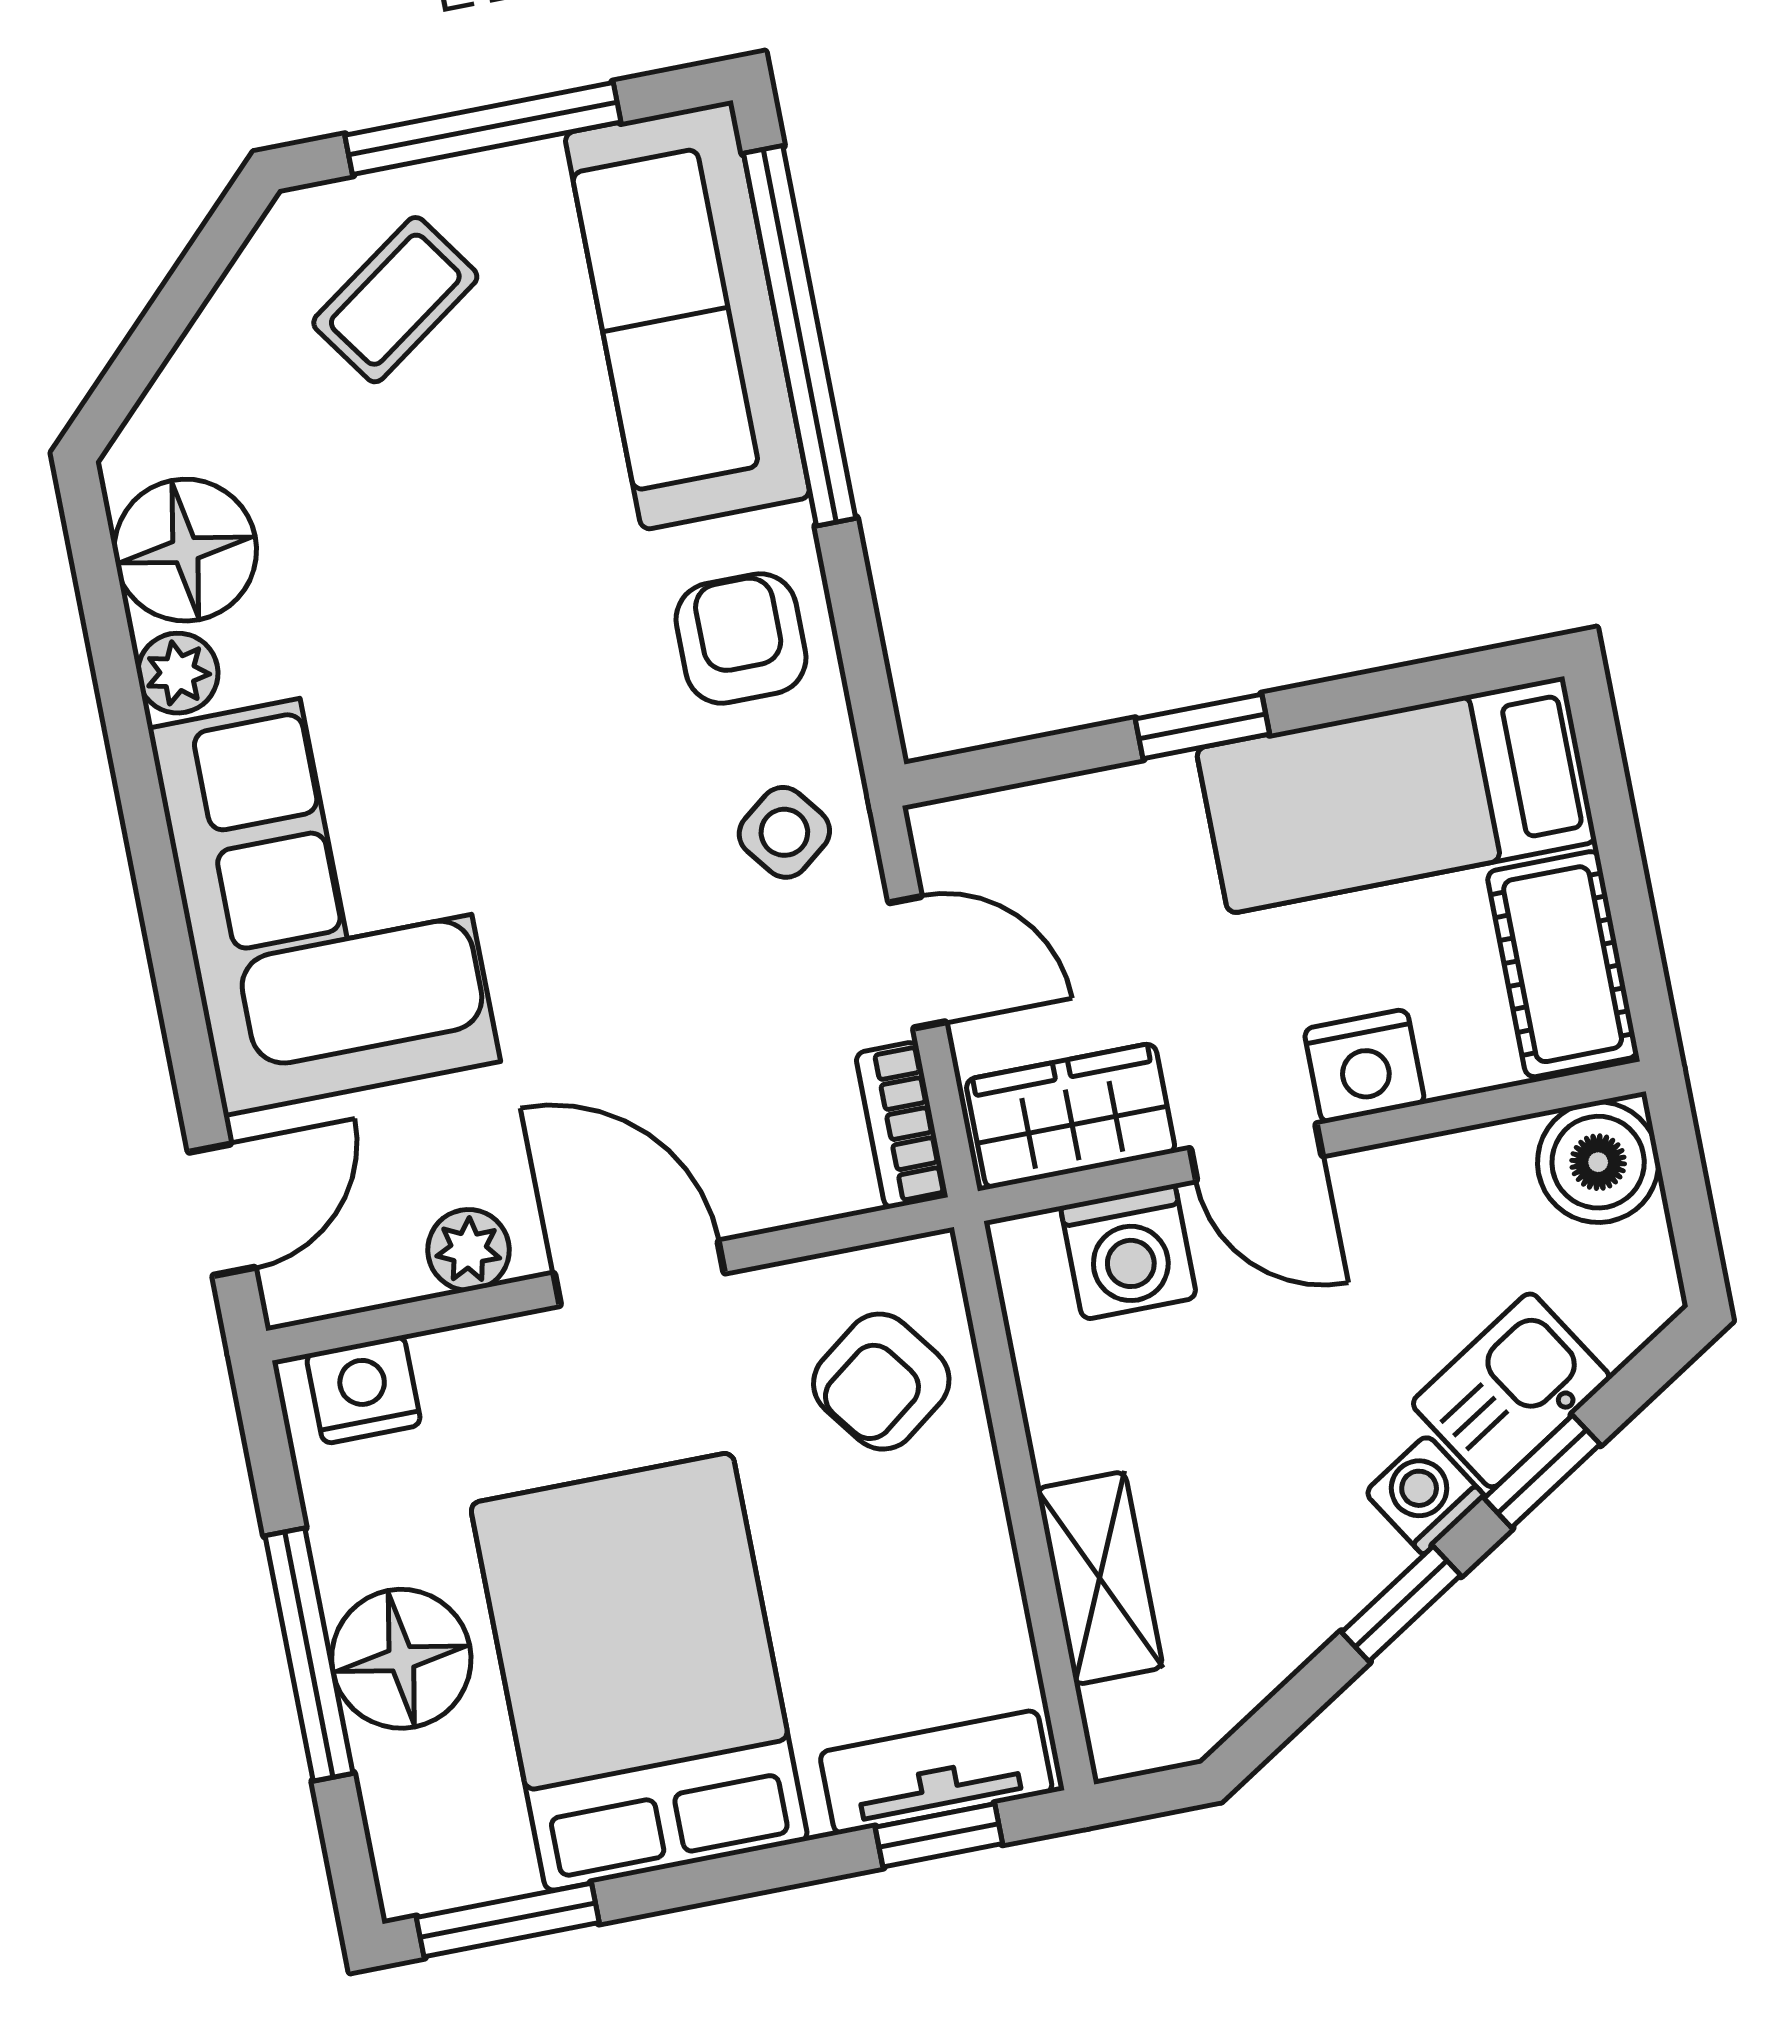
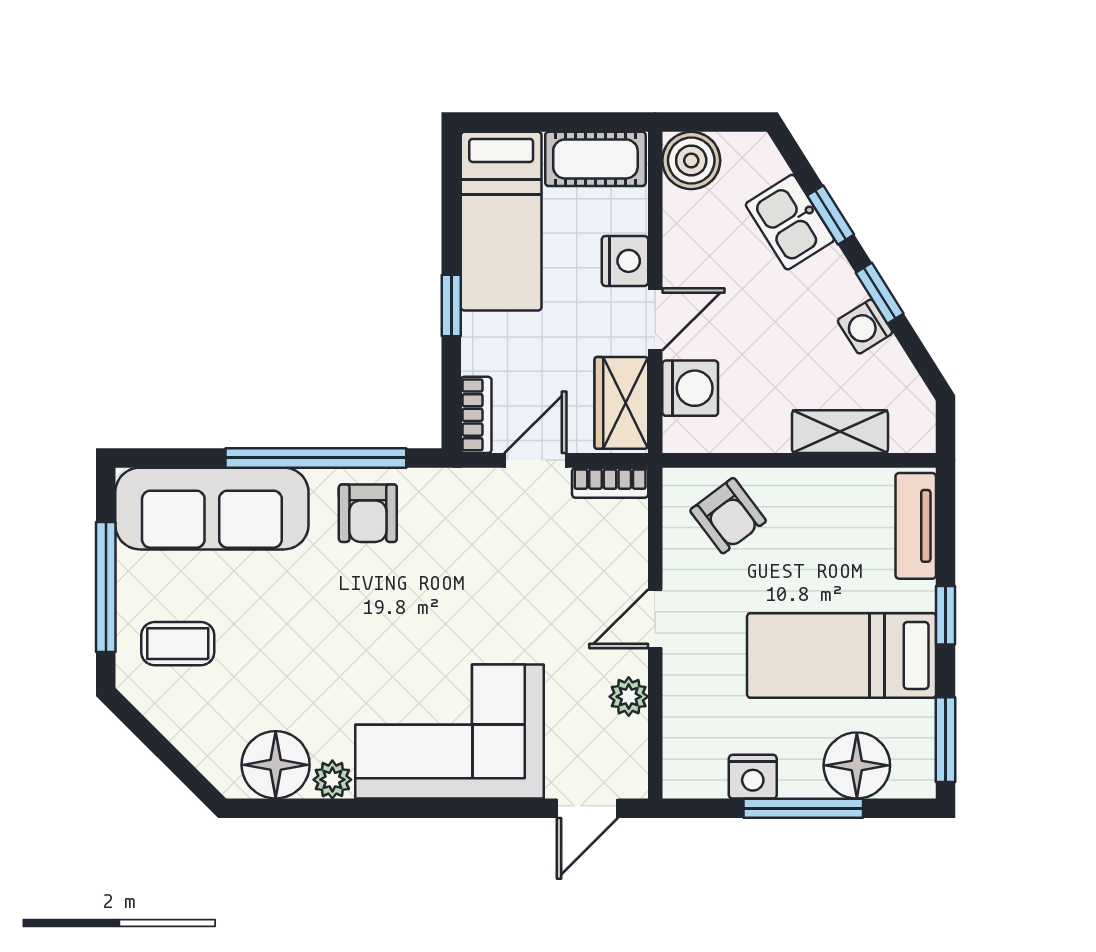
coffee table: (395, 300) -> (178, 644), turned -55
window: (800, 336) -> (316, 458), moved
armchair: (741, 639) -> (368, 513), turned -90
bookcase: (987, 822) -> (476, 415), added
side table: (784, 832) -> (462, 511), removed
door: (222, 1210) -> (587, 808), swing flipped
door: (639, 1273) -> (655, 619), width x0.73
nightstand: (364, 1390) -> (753, 777), moved, turned -90
washing machine: (1425, 1495) -> (865, 327), moved
floor lamp: (401, 1659) -> (857, 765), moved
bed: (639, 1672) -> (842, 655), width x0.67
window: (939, 1835) -> (946, 615), moved

